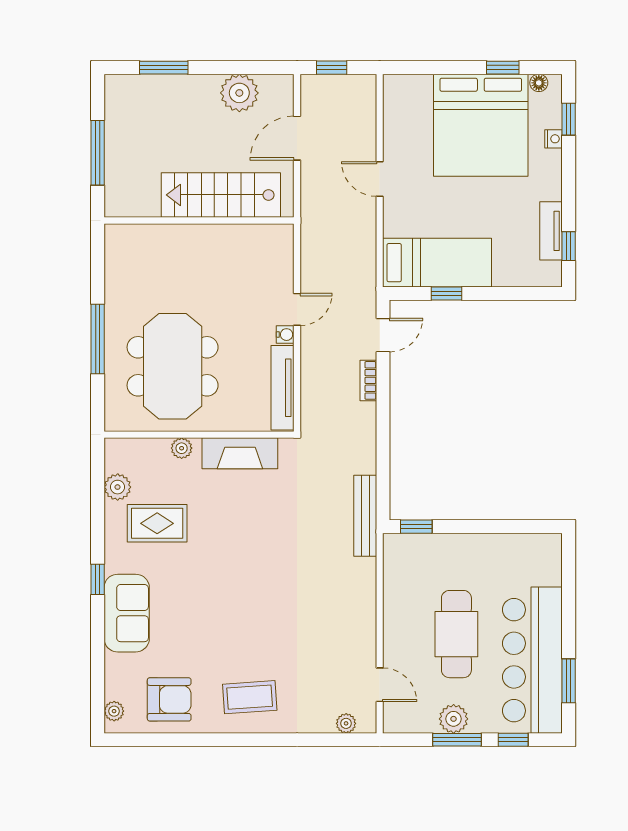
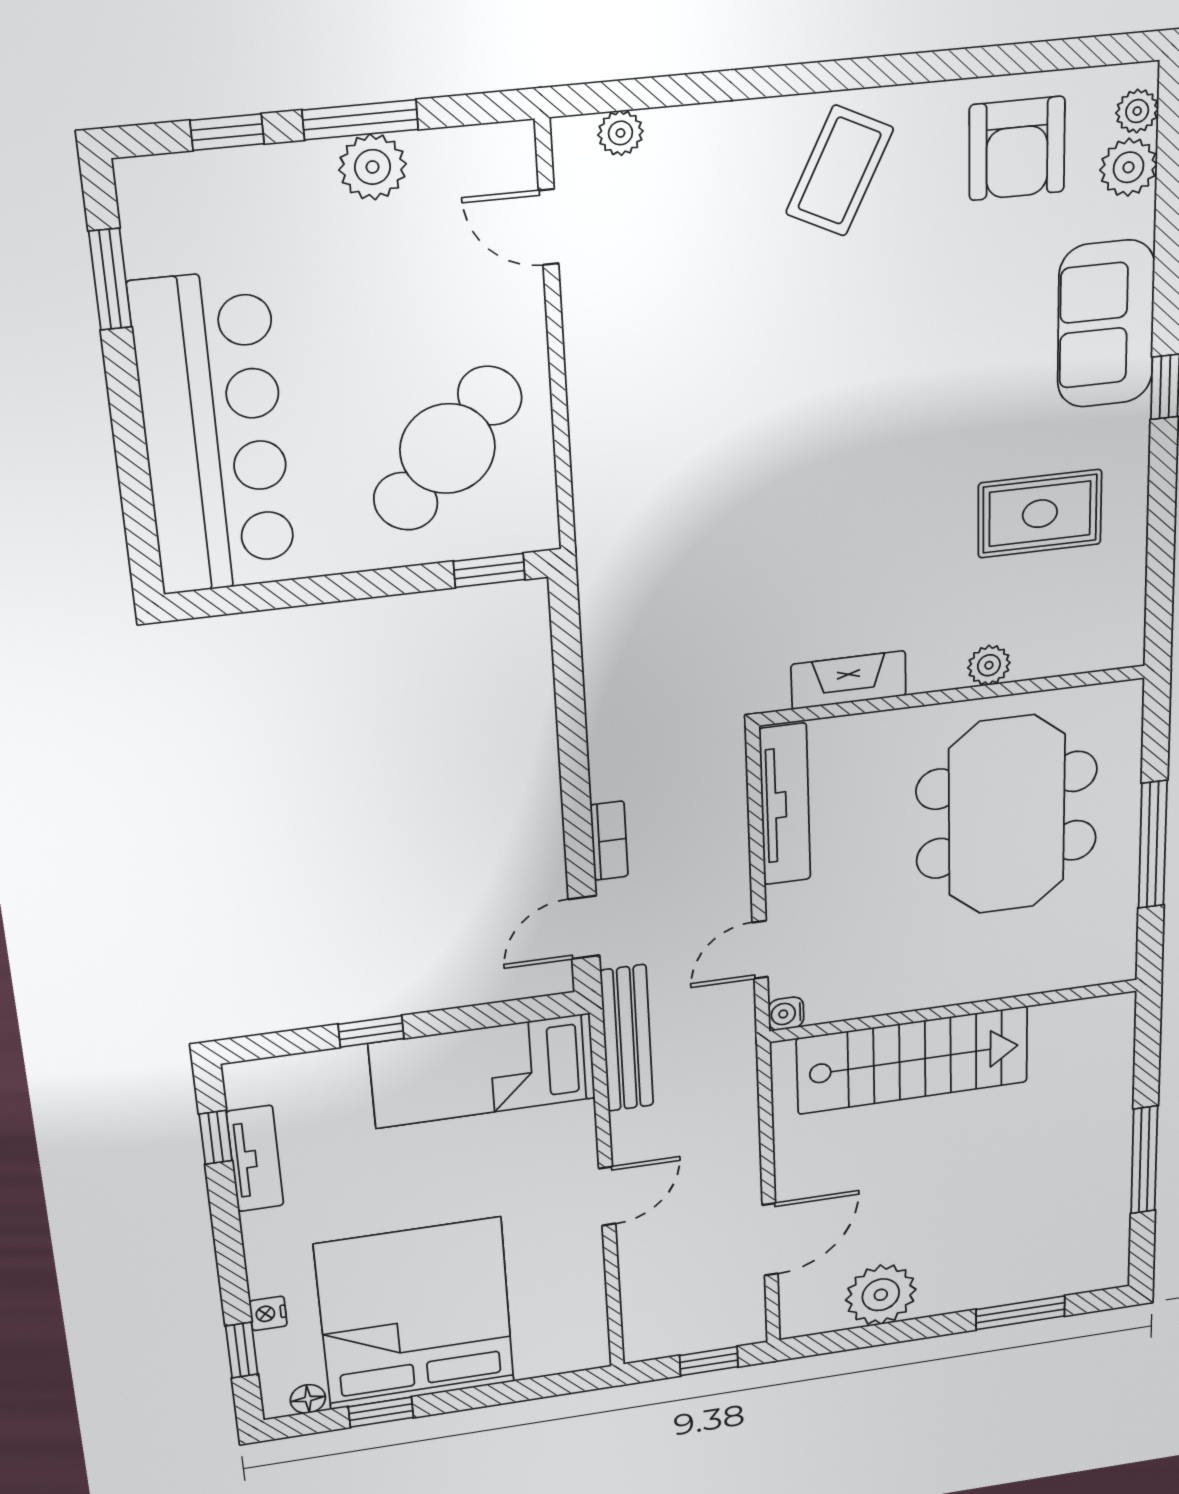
door: (380, 179) -> (607, 1196), hinge flipped
stairs: (221, 195) -> (913, 1060), moved
wall: (199, 221) -> (955, 1011), moved
window: (446, 294) -> (371, 1031), moved
water cooler: (285, 335) -> (786, 1014), moved
fireplace: (240, 453) -> (849, 680), width x0.73, depth x0.76
plant: (118, 487) -> (1129, 167), moved
bench: (365, 516) -> (627, 1038), moved
cafe table: (456, 634) -> (447, 449), moved, turned 42
bar counter: (532, 660) -> (214, 434), moved
coffee table: (250, 697) -> (840, 171), turned -60
armchair: (169, 699) -> (1017, 148), turned -90

